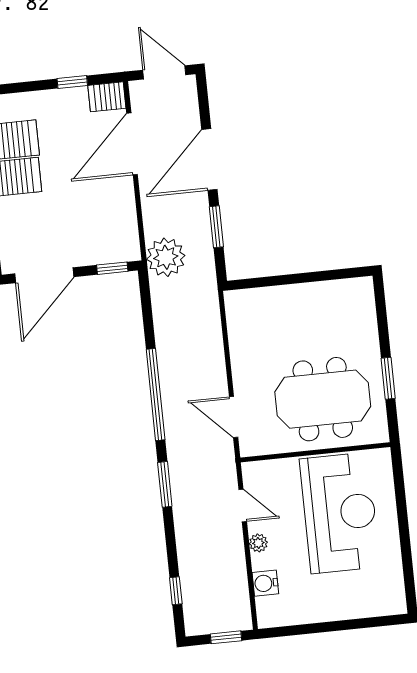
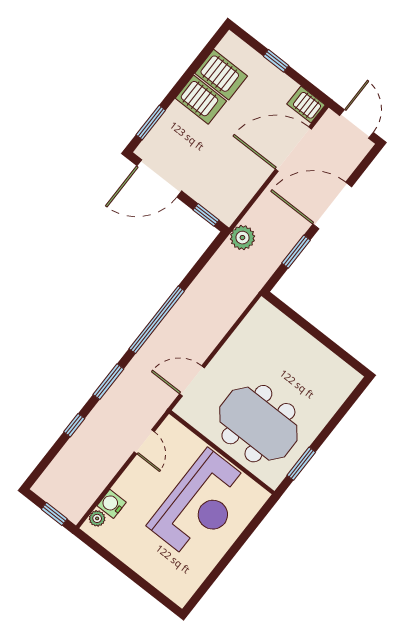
window: (72, 82) -> (276, 61), moved
plant: (166, 257) -> (242, 238), width x0.73, depth x0.73
window: (388, 378) -> (301, 464), moved
door: (234, 417) -> (192, 381), hinge flipped
plant: (258, 543) -> (97, 518), moved
window: (176, 591) -> (74, 425), moved

